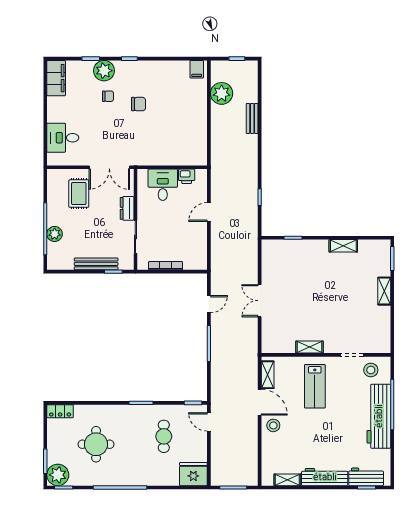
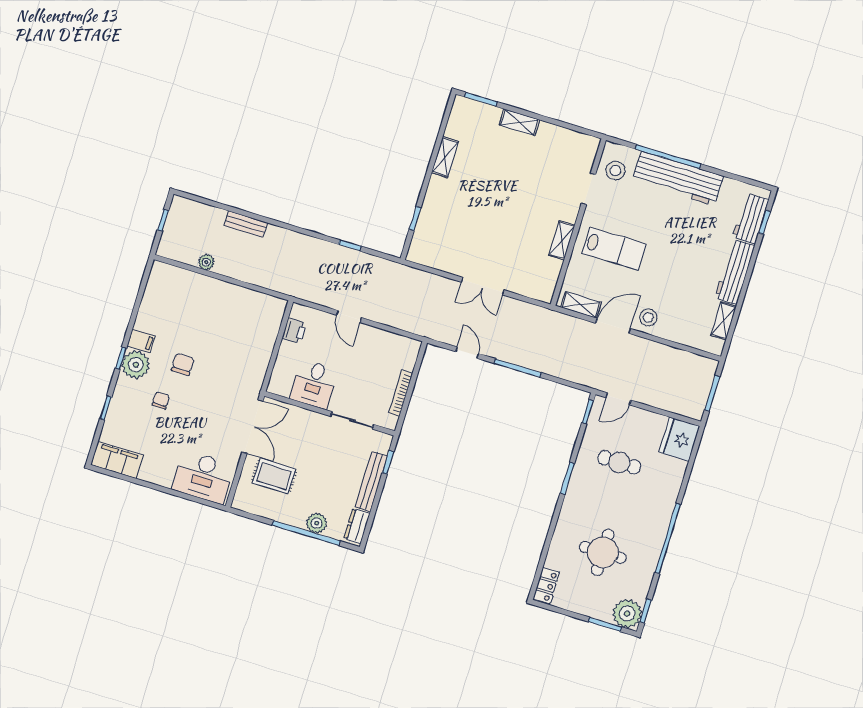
filing cabinet: (197, 69) -> (141, 341), moved
plant: (104, 71) -> (136, 365), moved
plant: (222, 93) -> (206, 262), width x0.53, depth x0.53
desk: (63, 138) -> (203, 477), width x1.37
desk: (163, 185) -> (314, 384), moved, turned -90
dresser: (127, 208) -> (357, 526), moved, turned 90

